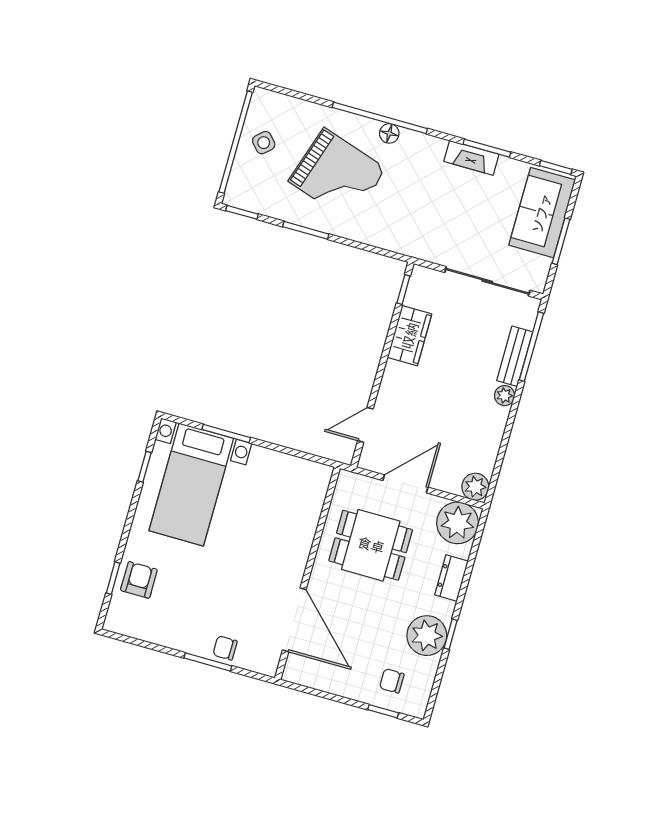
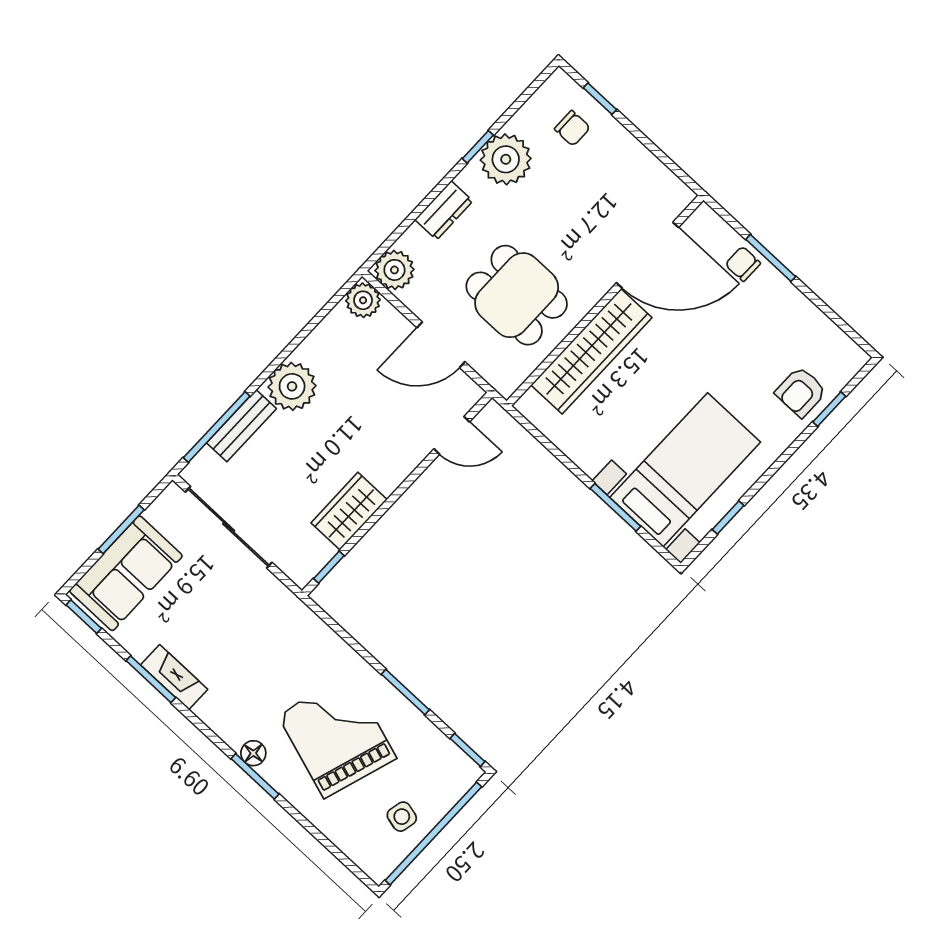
window: (380, 118) -> (255, 776), width x0.47
side table: (264, 143) -> (402, 817), turned -35
plant: (505, 396) -> (292, 386), width x1.87, depth x1.87
plant: (458, 523) -> (394, 270), width x0.73, depth x0.73
wardrobe: (299, 533) -> (591, 351), added
door: (294, 620) -> (647, 255), swing flipped
chair: (225, 648) -> (743, 264), turned 180

